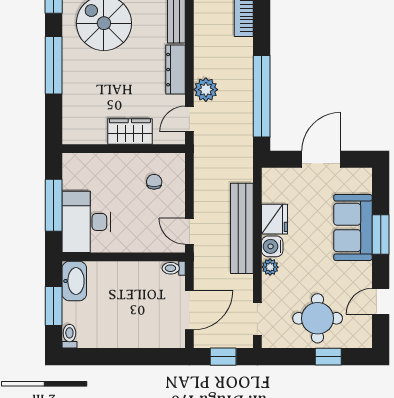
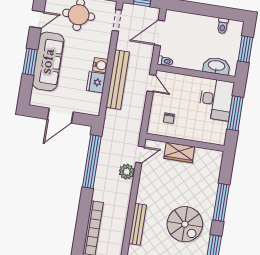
dresser: (176, 70) -> (144, 187), removed
sofa: (353, 227) -> (48, 61), width x1.36
plant: (270, 267) -> (104, 52), removed
washbasin: (74, 281) -> (216, 66), moved, turned 90
toilet: (69, 336) -> (223, 26), moved

